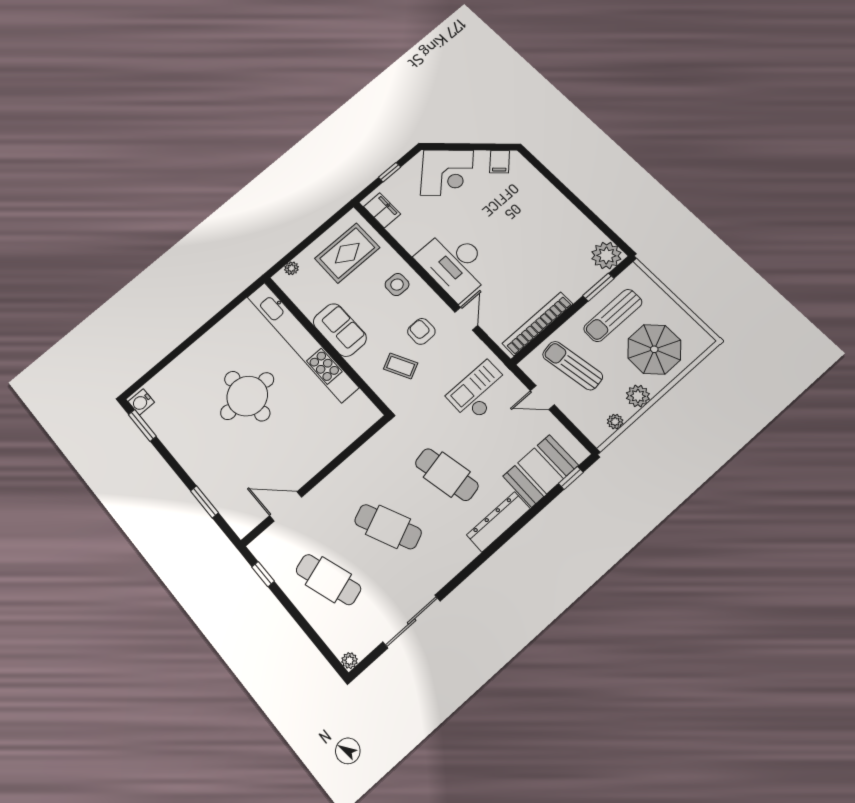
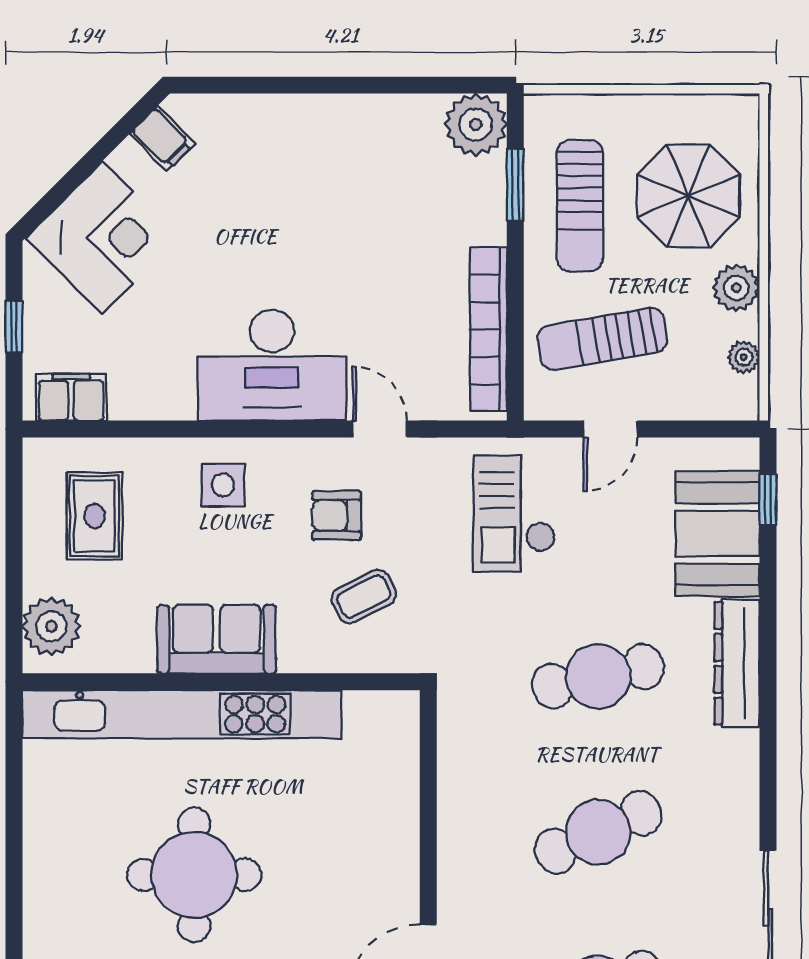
rug: (347, 253) -> (94, 516), width x0.73, depth x0.70
plant: (292, 268) -> (51, 626), width x1.87, depth x1.87

